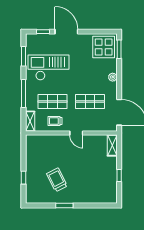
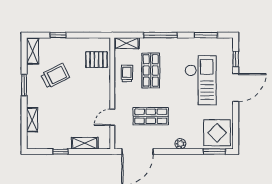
checkout: (49, 67) -> (201, 80), moved
shop shelf: (90, 101) -> (151, 116), turned 90
door: (76, 133) -> (112, 117), moved
shelving: (112, 145) -> (85, 143), moved
pallet: (44, 146) -> (97, 60), added
shelving: (37, 198) -> (33, 51), added
shelving: (93, 199) -> (32, 120), added

